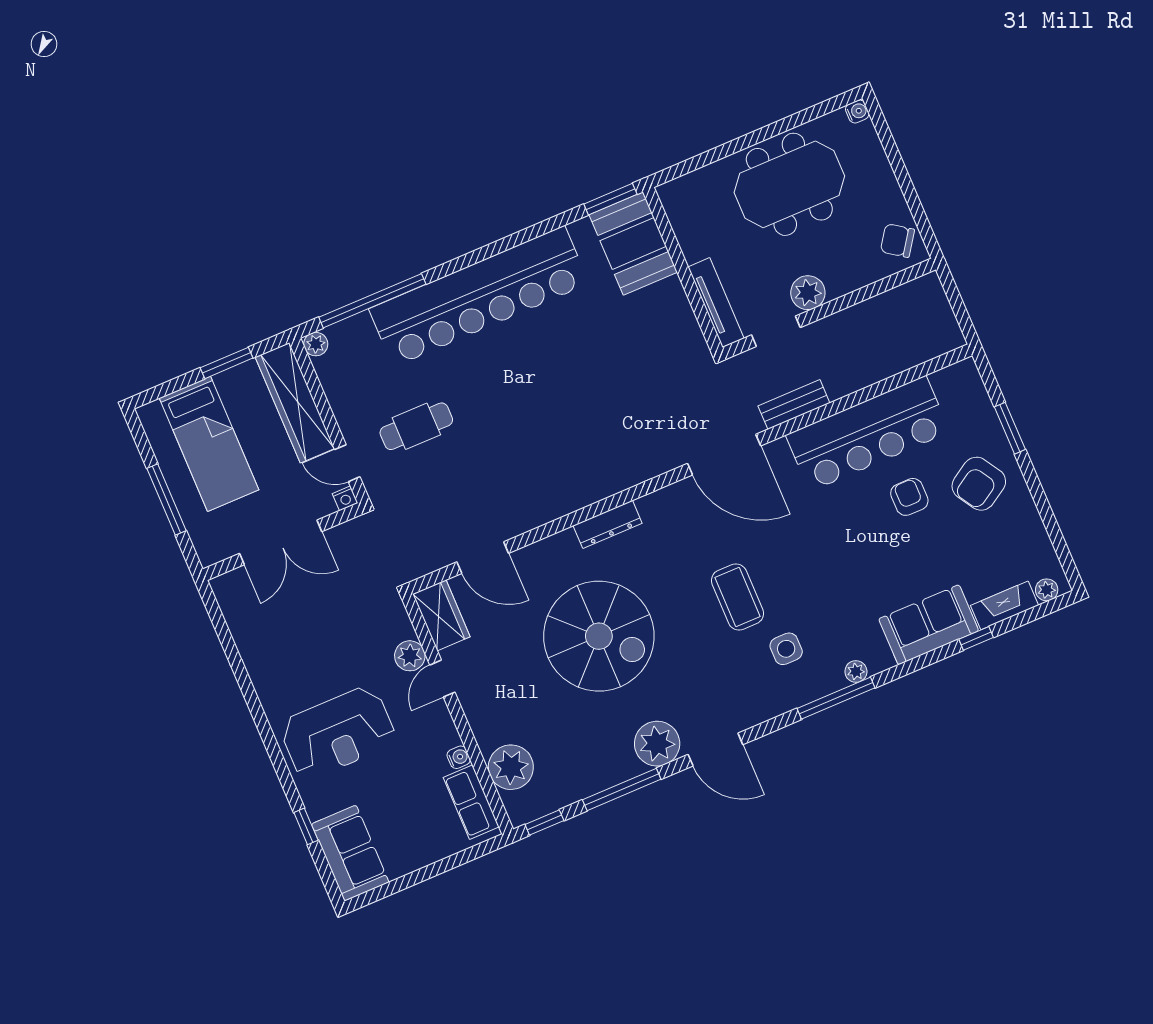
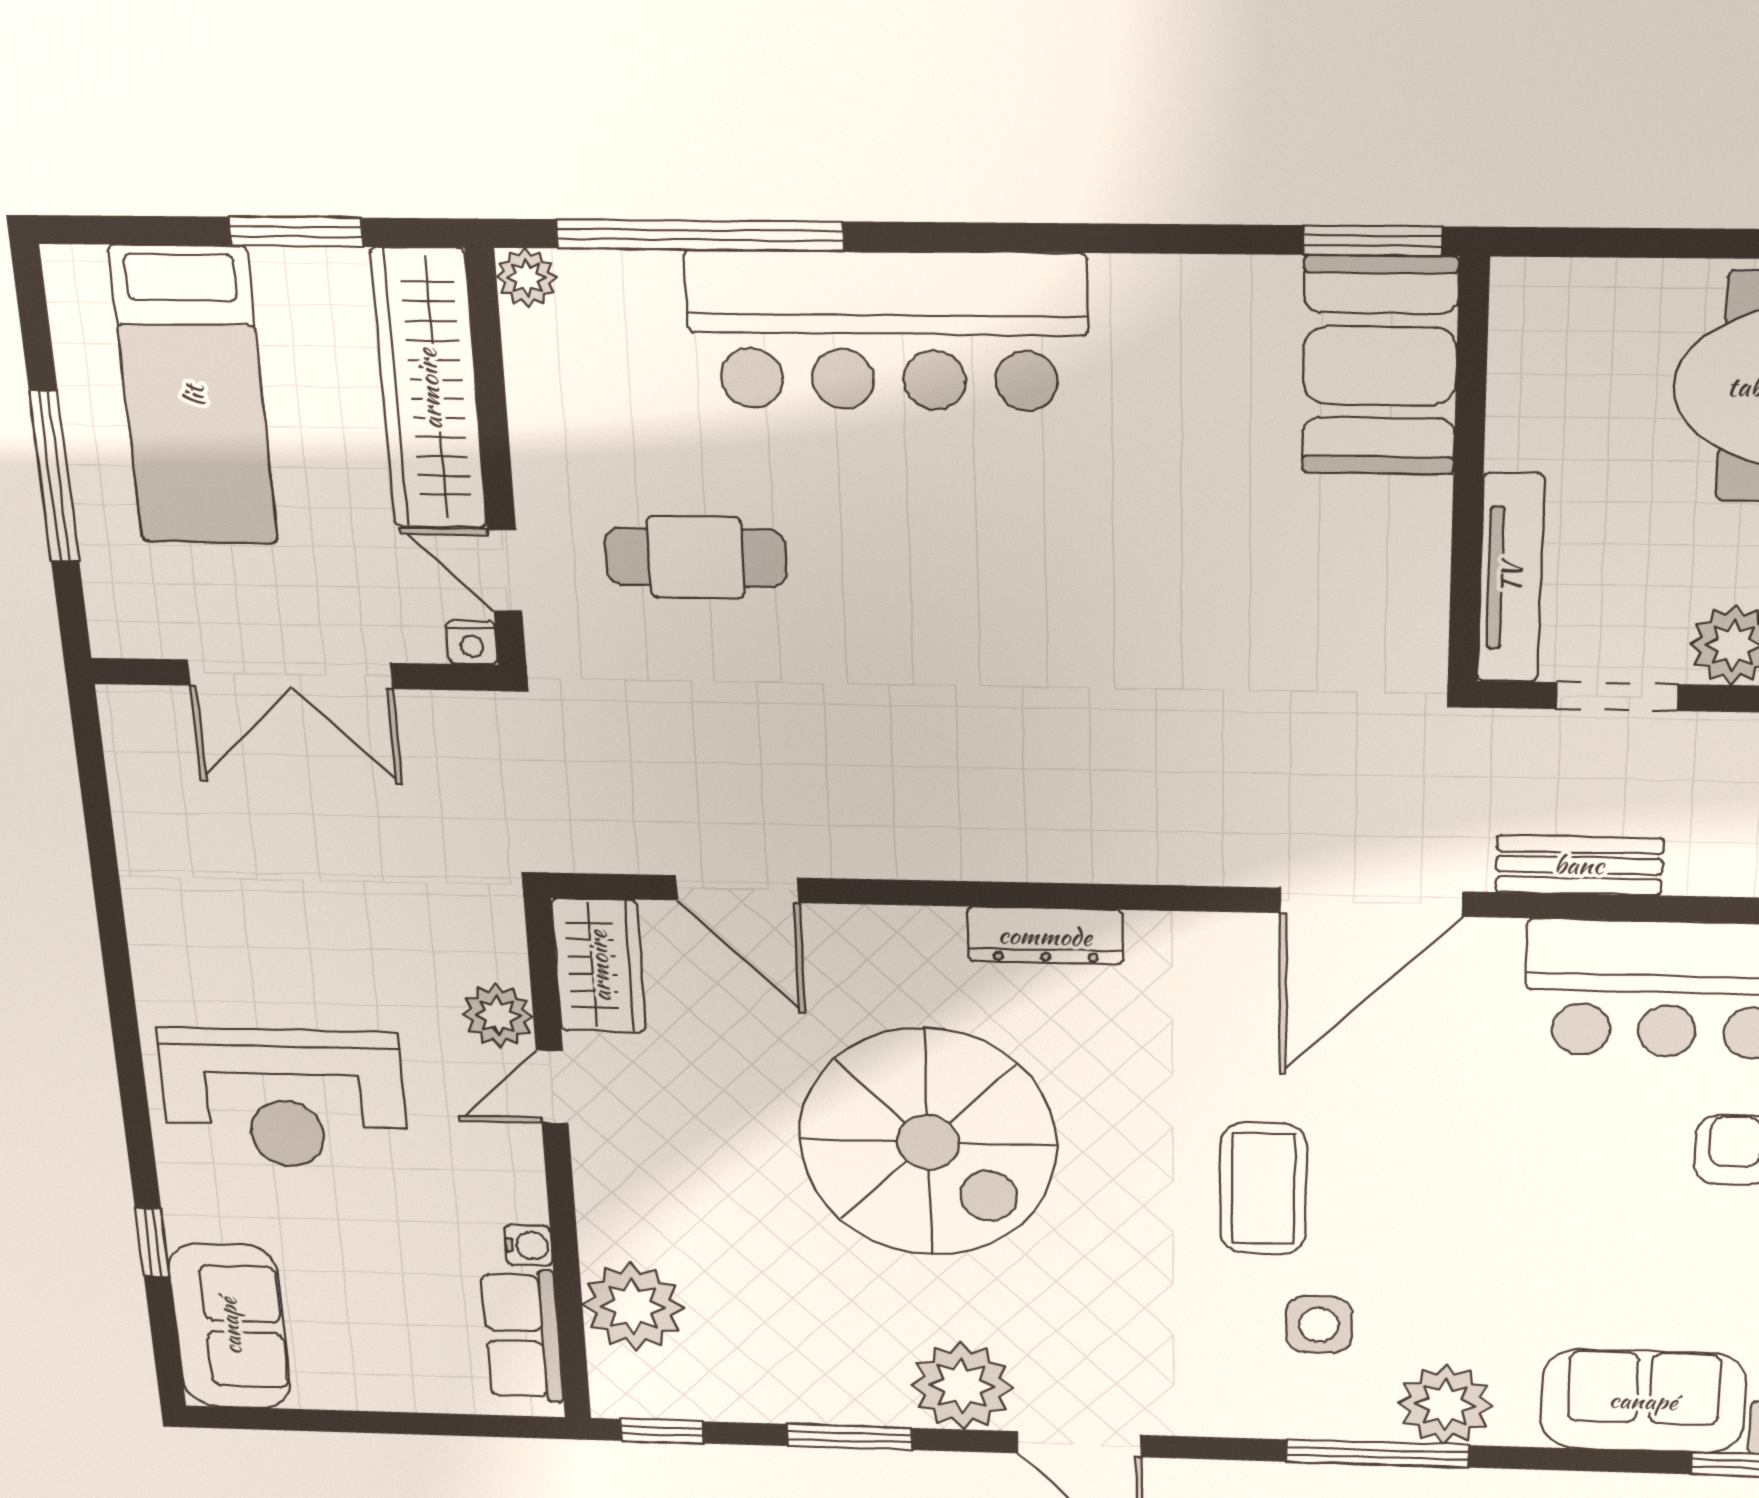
bar counter: (479, 296) -> (887, 331), width x0.73
door: (724, 455) -> (1372, 902), hinge flipped
plant: (856, 671) -> (1445, 1405), width x1.88, depth x1.88
window: (622, 790) -> (850, 1437), width x0.69

